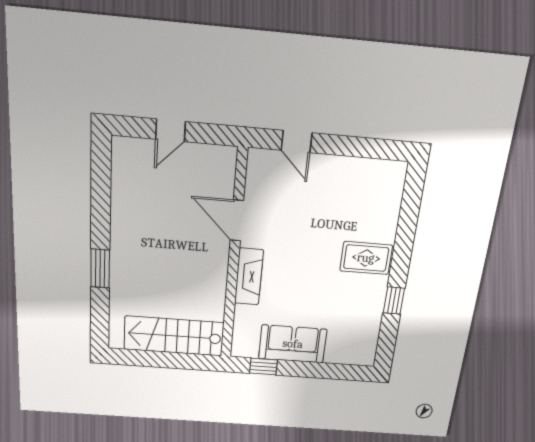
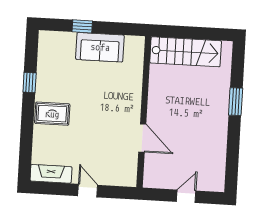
door: (297, 142) -> (88, 191), moved
fireplace: (249, 277) -> (51, 174), moved, turned 90
window: (263, 367) -> (82, 26), moved

